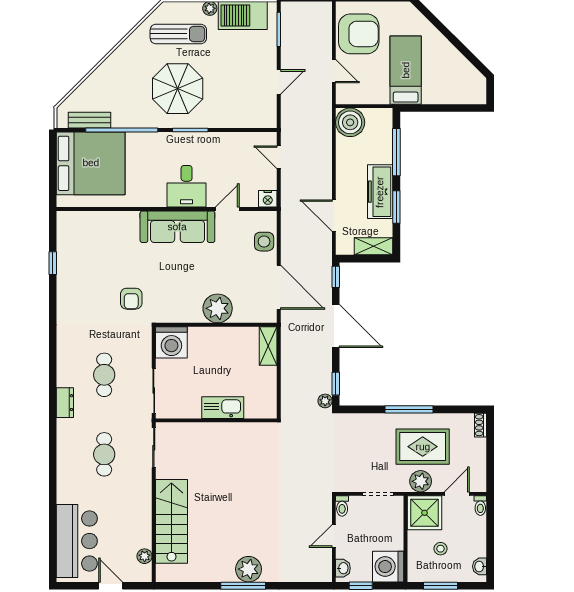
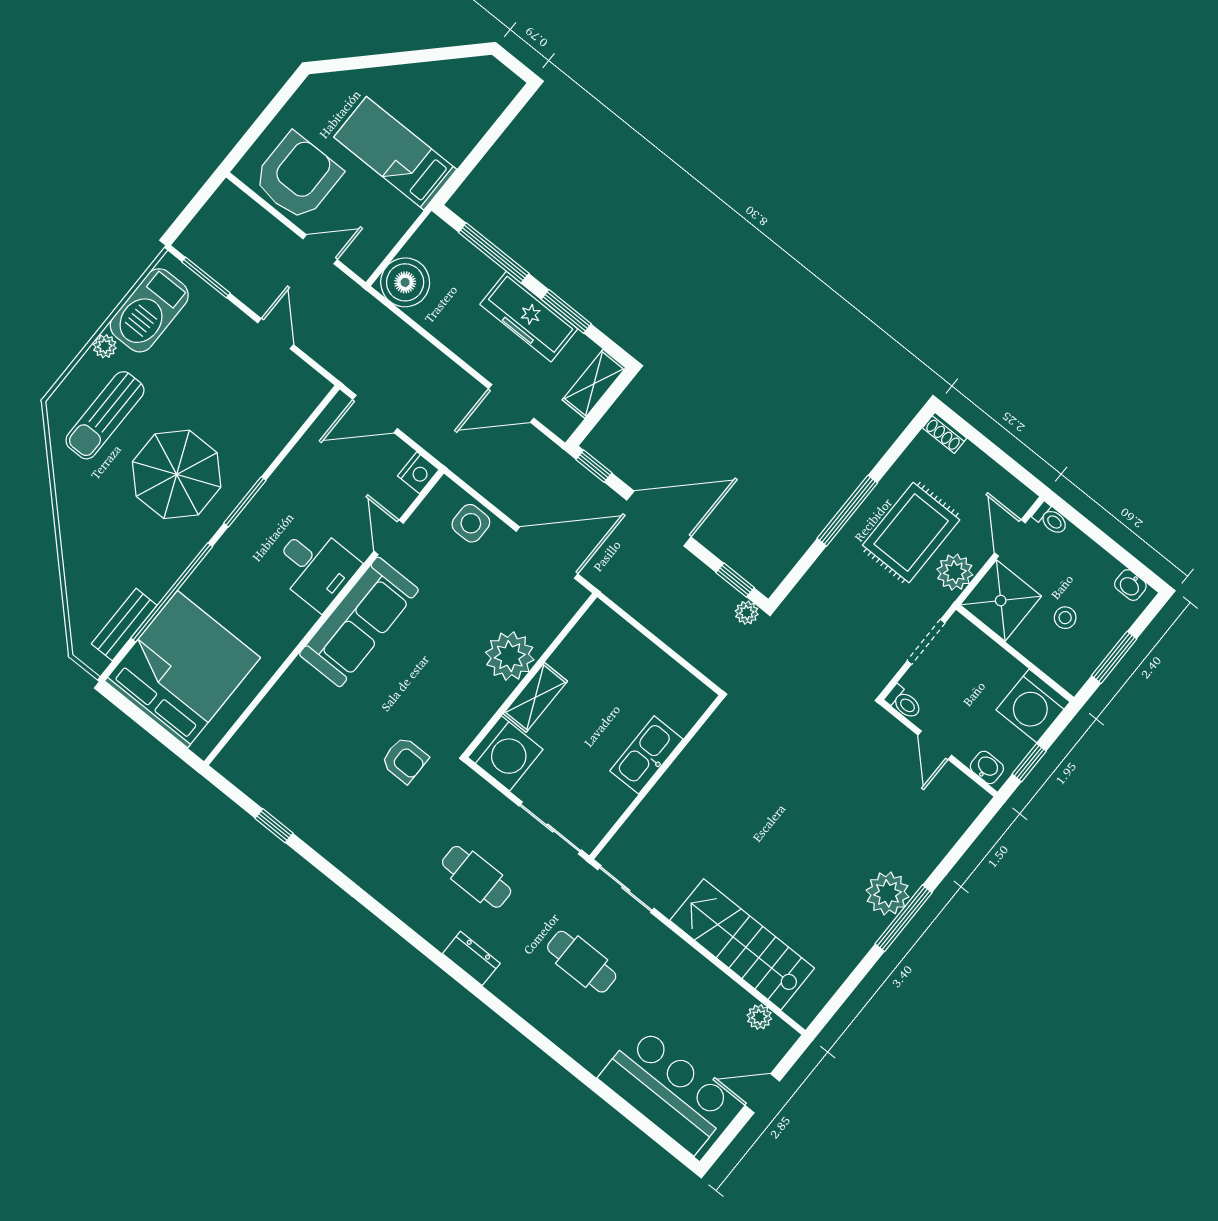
sun lounger: (178, 34) -> (105, 415), turned 180
door: (279, 157) -> (375, 414), width x1.38
shelving: (268, 346) -> (535, 697), moved, turned 90

